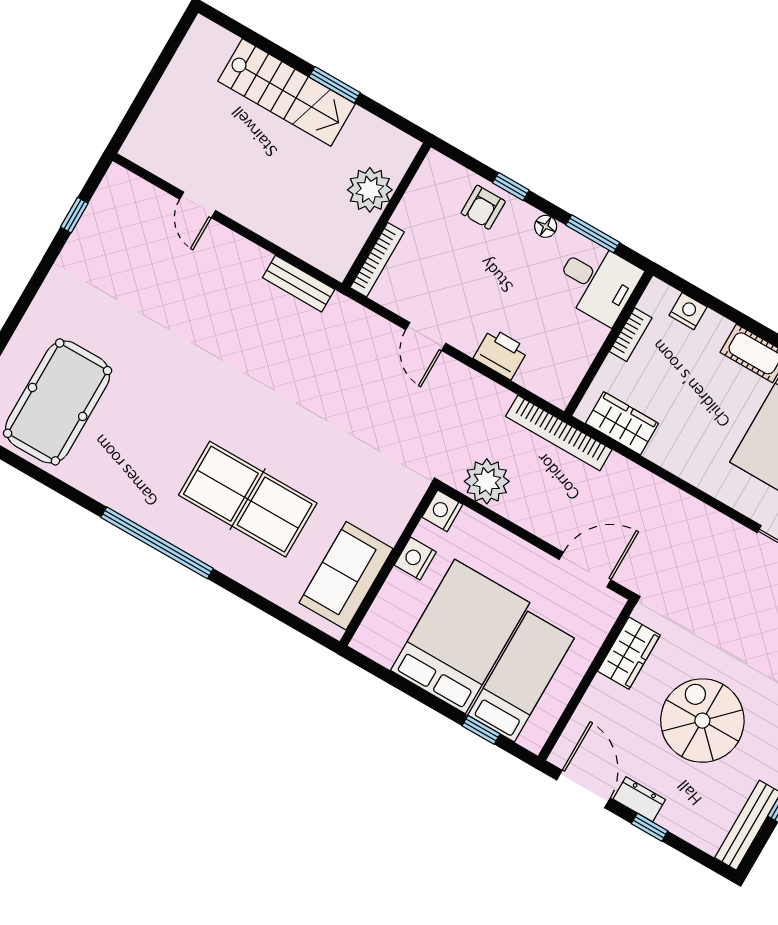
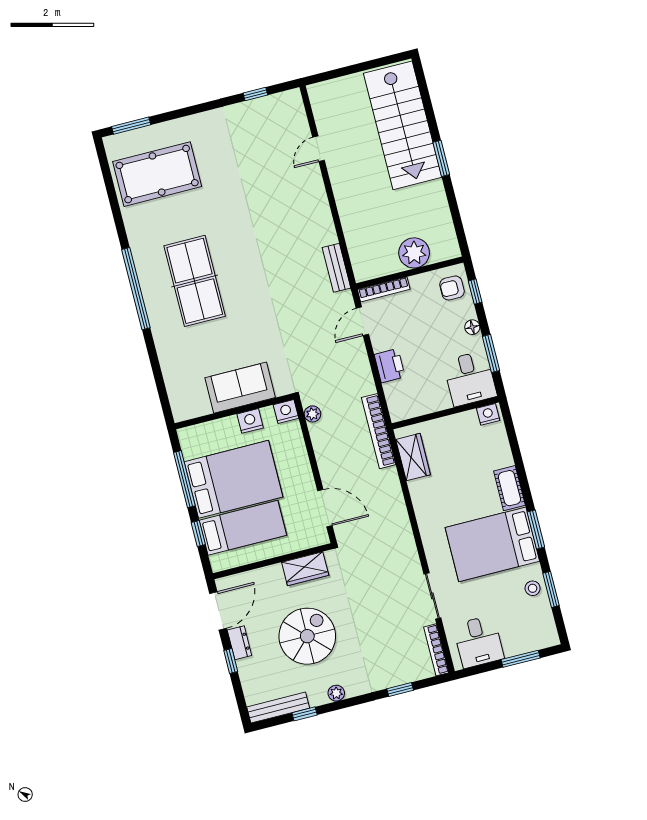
stairs: (287, 92) -> (403, 125), width x1.36, depth x1.51
plant: (370, 190) -> (414, 253), moved
wall: (386, 215) -> (410, 273), moved
bookcase: (377, 260) -> (384, 289), moved
bench: (299, 284) -> (336, 268), moved
nightstand: (688, 311) -> (488, 414), moved, turned -90
bookcase: (631, 335) -> (460, 419), removed
plant: (487, 481) -> (312, 414), width x0.53, depth x0.53
table tennis table: (248, 499) -> (195, 281), moved
sofa: (346, 576) -> (240, 388), moved
window: (409, 688) -> (184, 479), added

